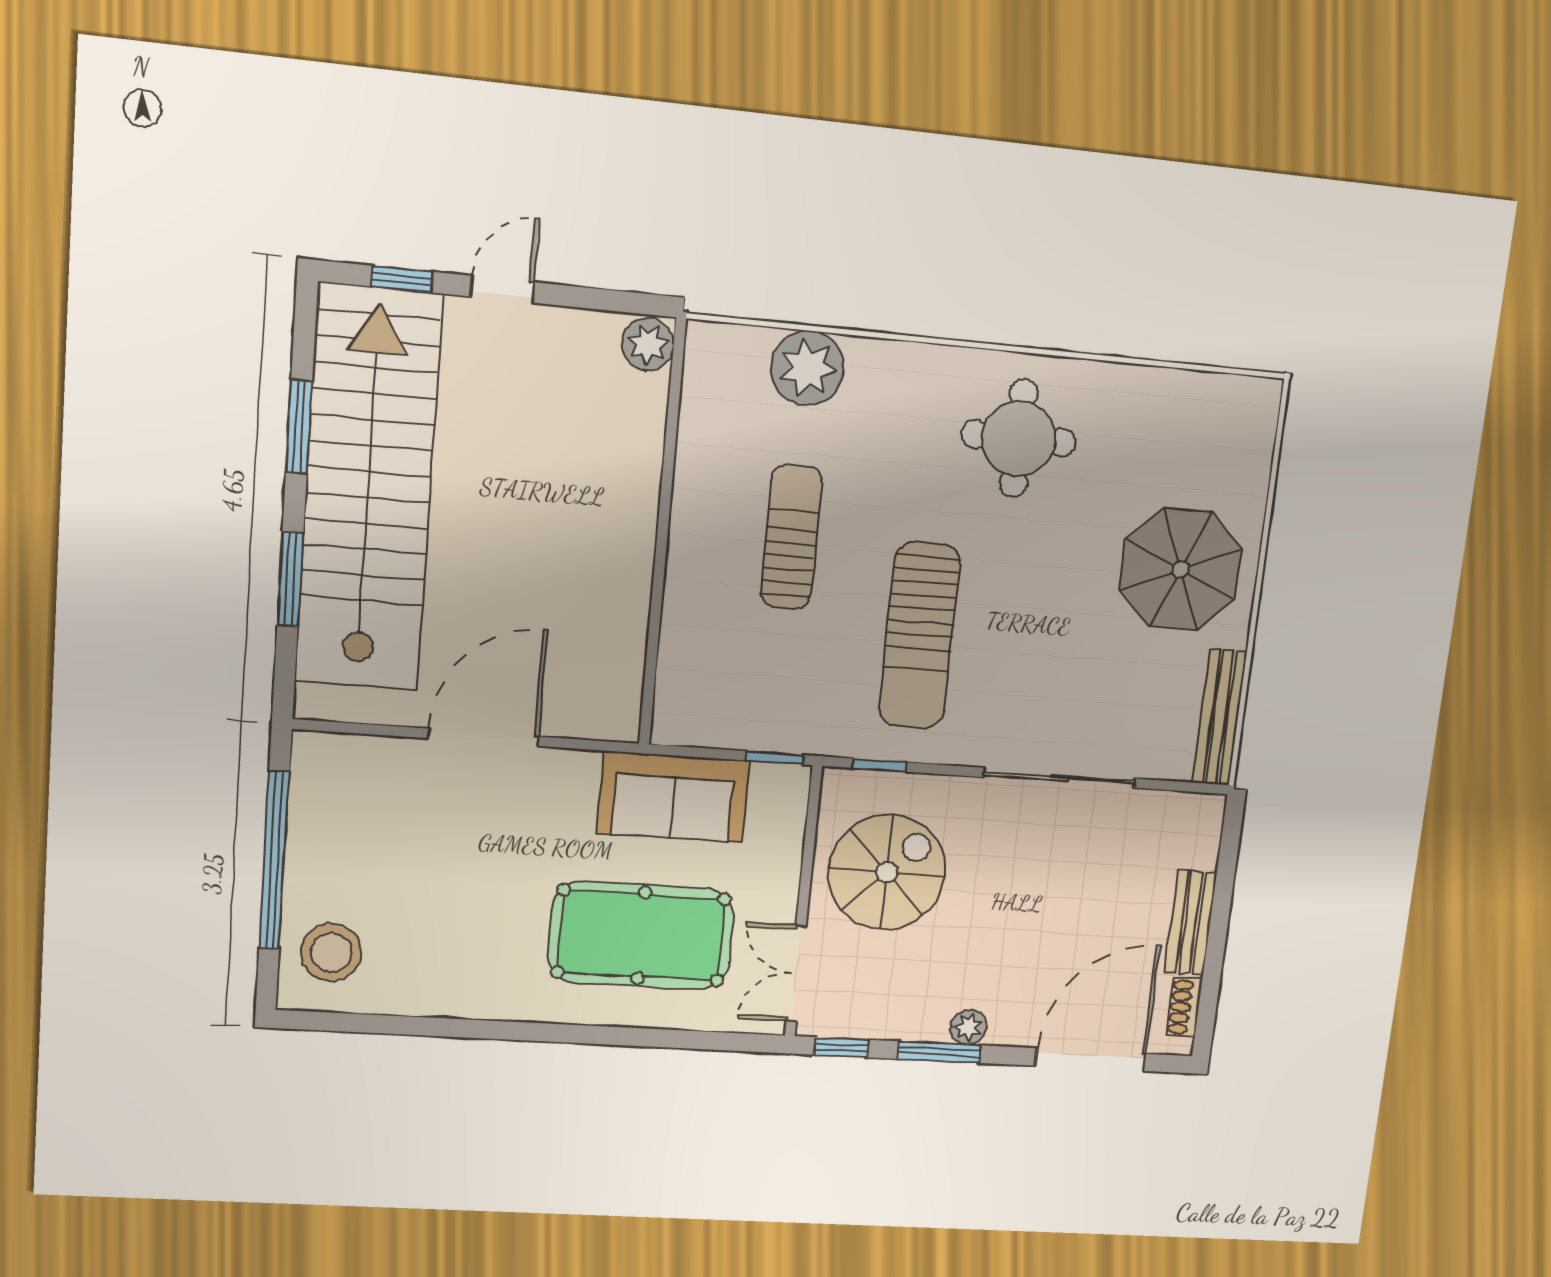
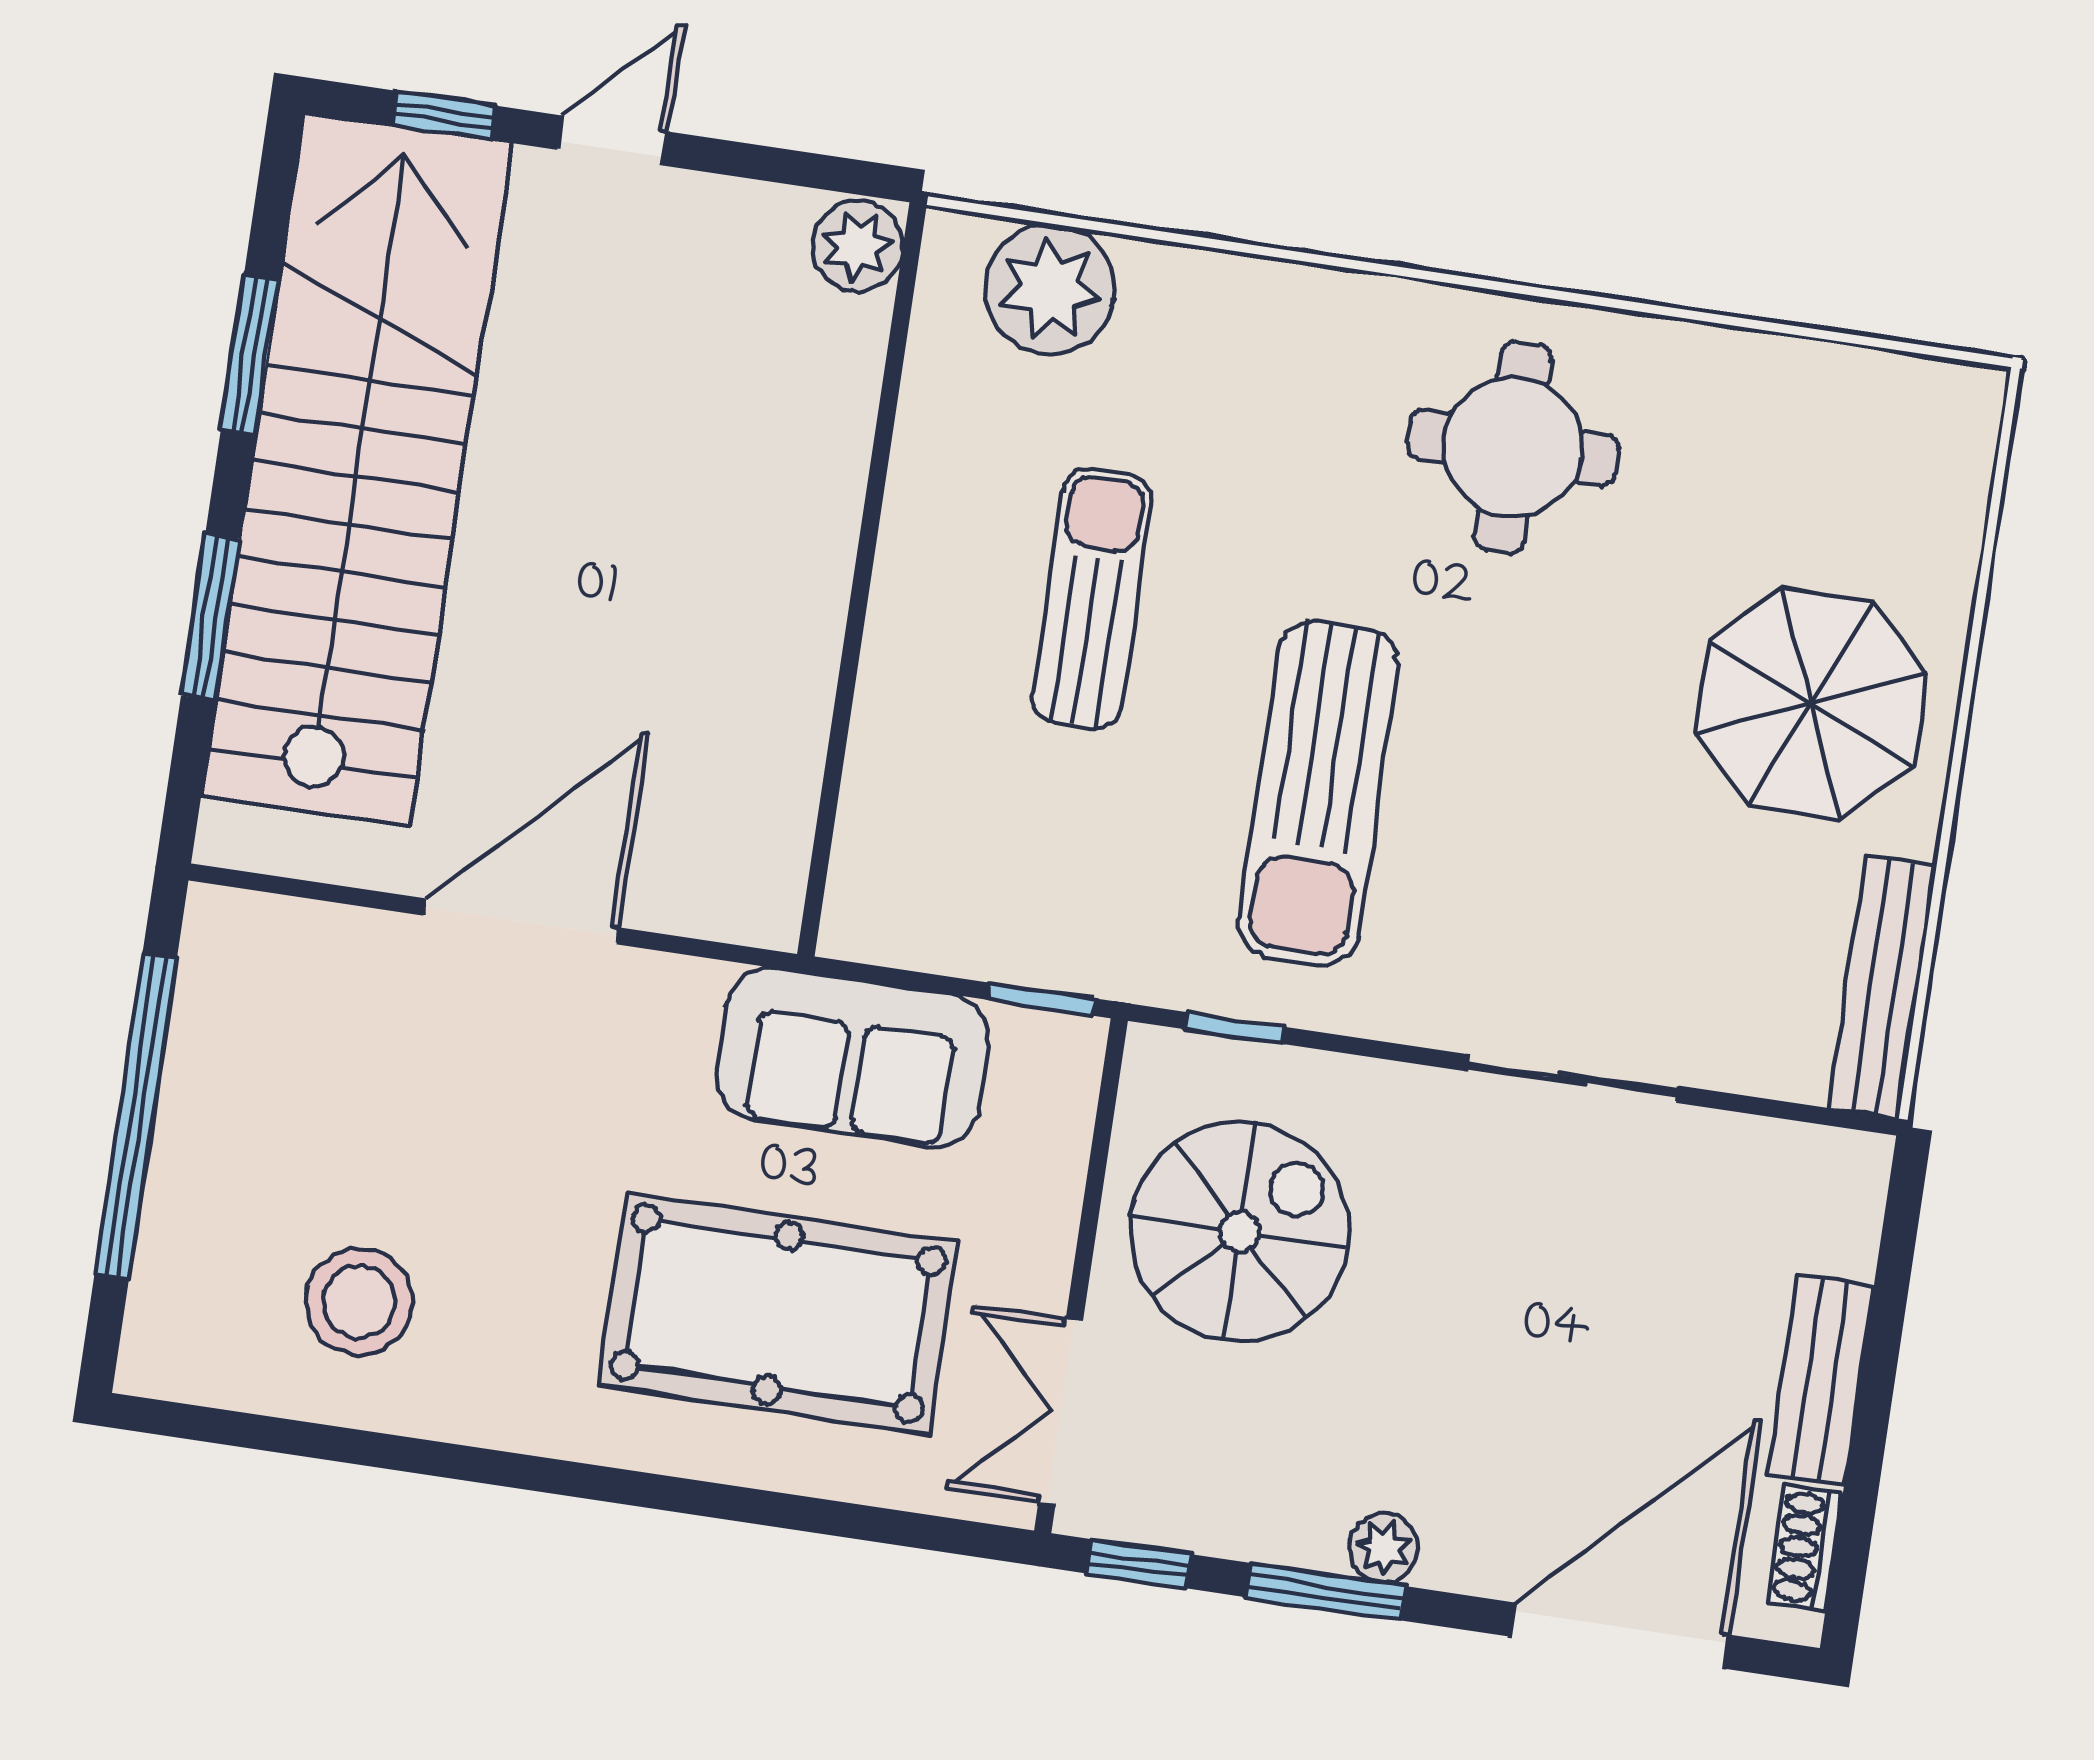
plant: (807, 368) -> (1050, 289), moved
sliding door: (1060, 778) -> (1573, 1079), width x0.73
stool: (331, 952) -> (359, 1302), moved

